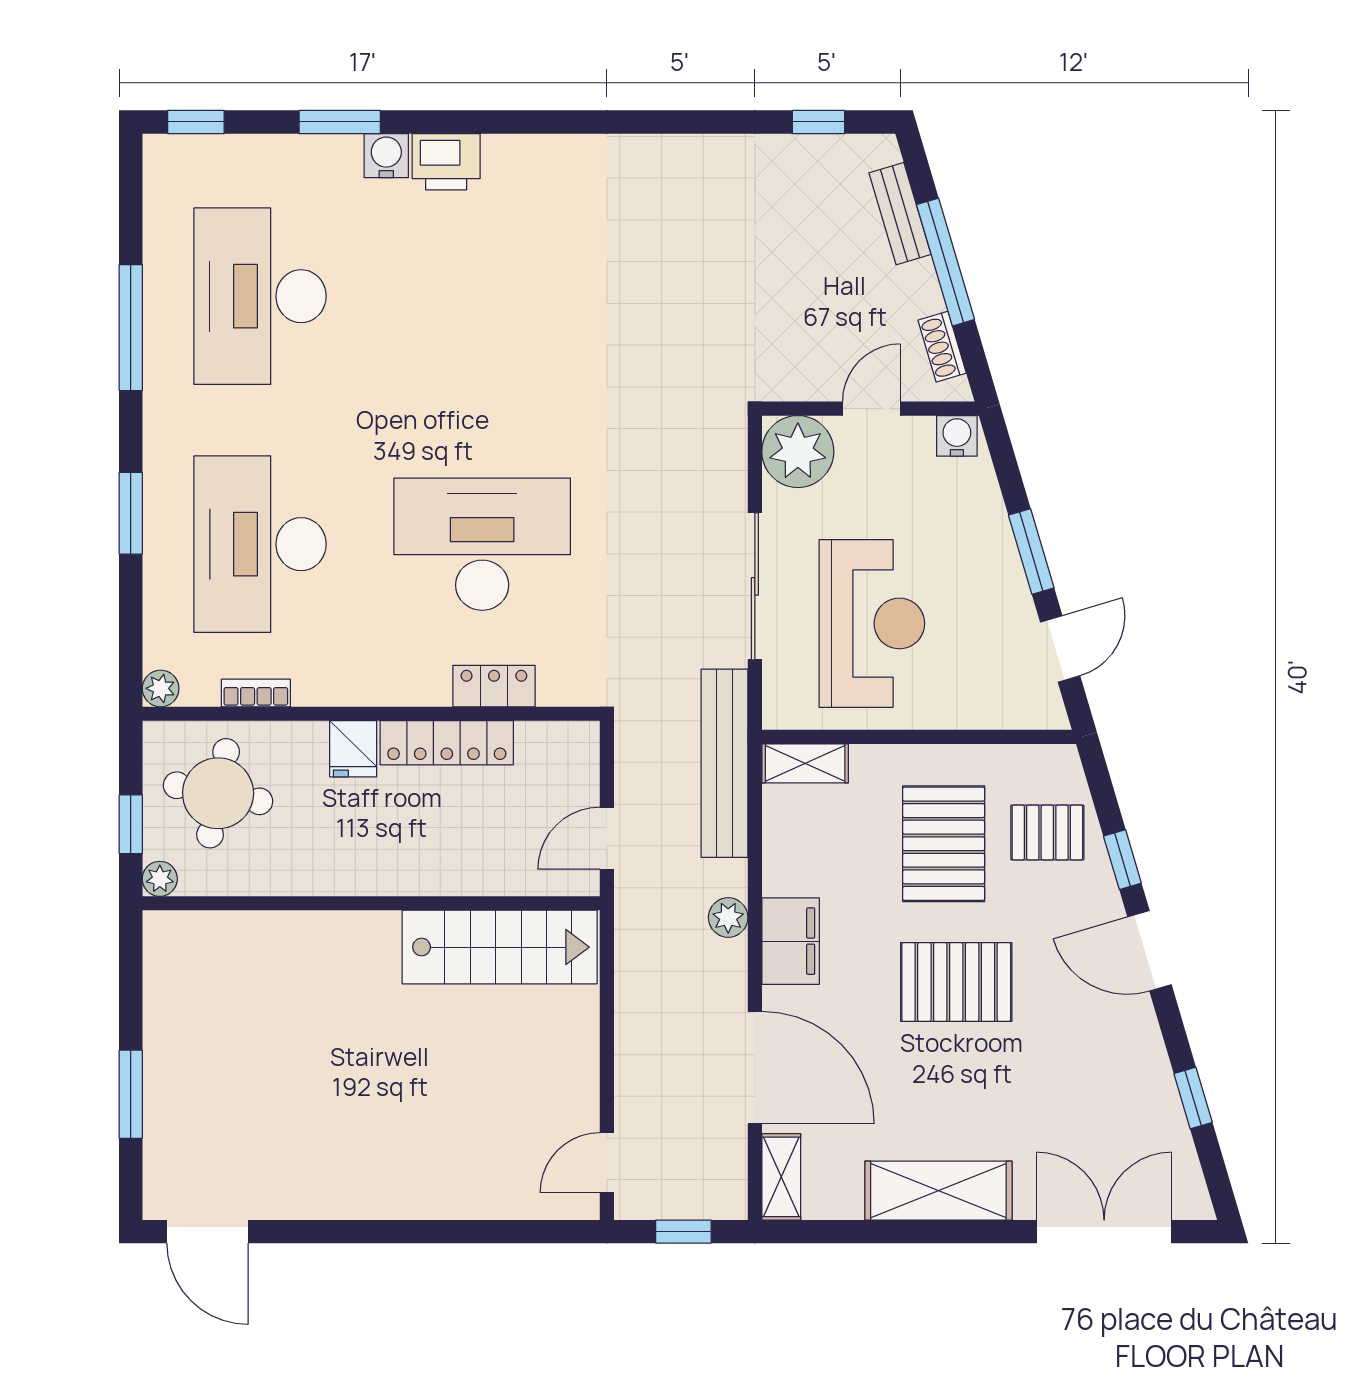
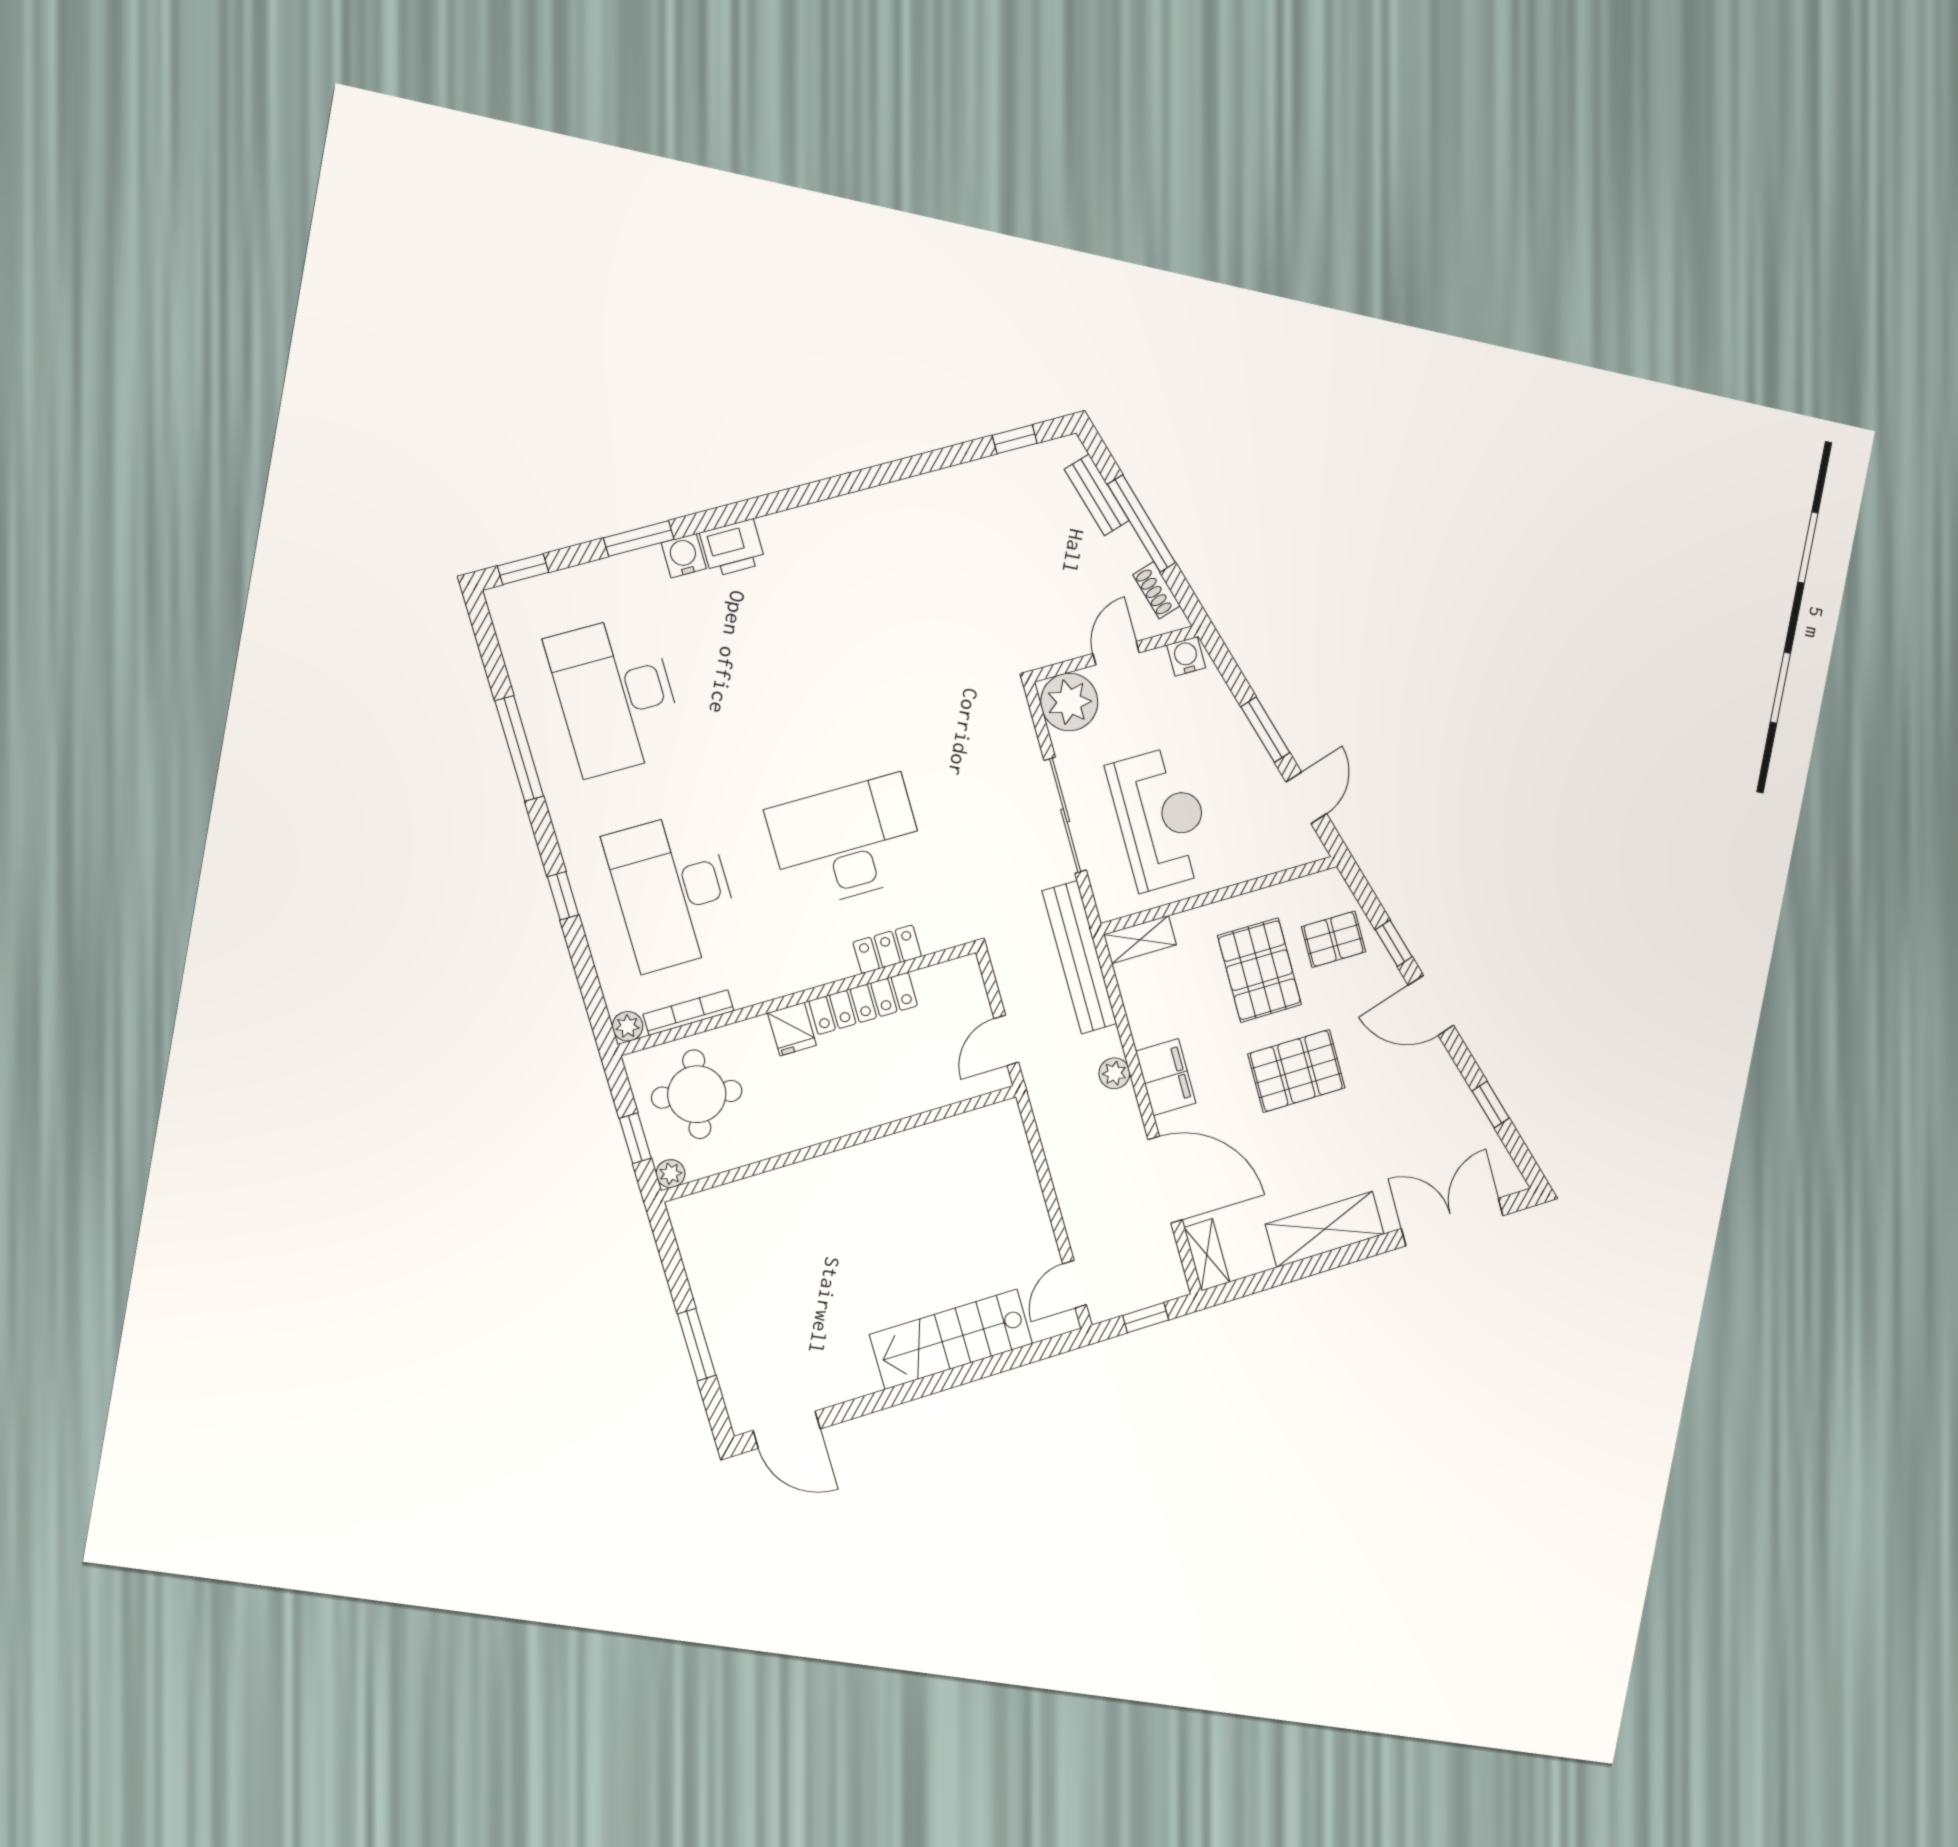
window: (131, 513) -> (563, 896), width x0.67
bookcase: (256, 693) -> (688, 1013), width x1.56
stairs: (500, 947) -> (951, 1339), moved, turned 180

